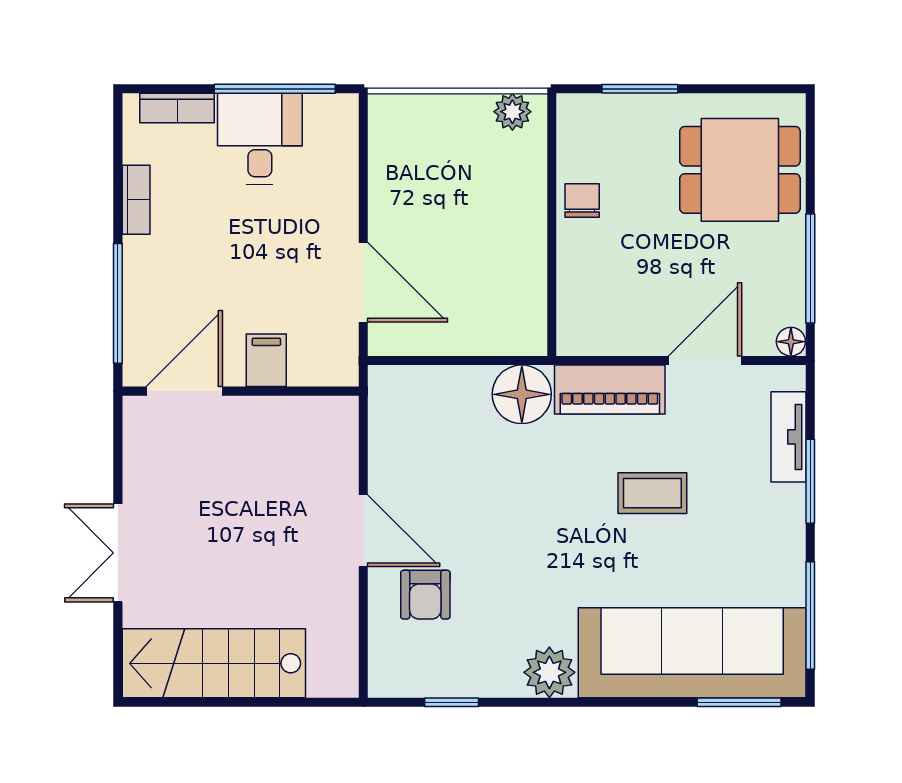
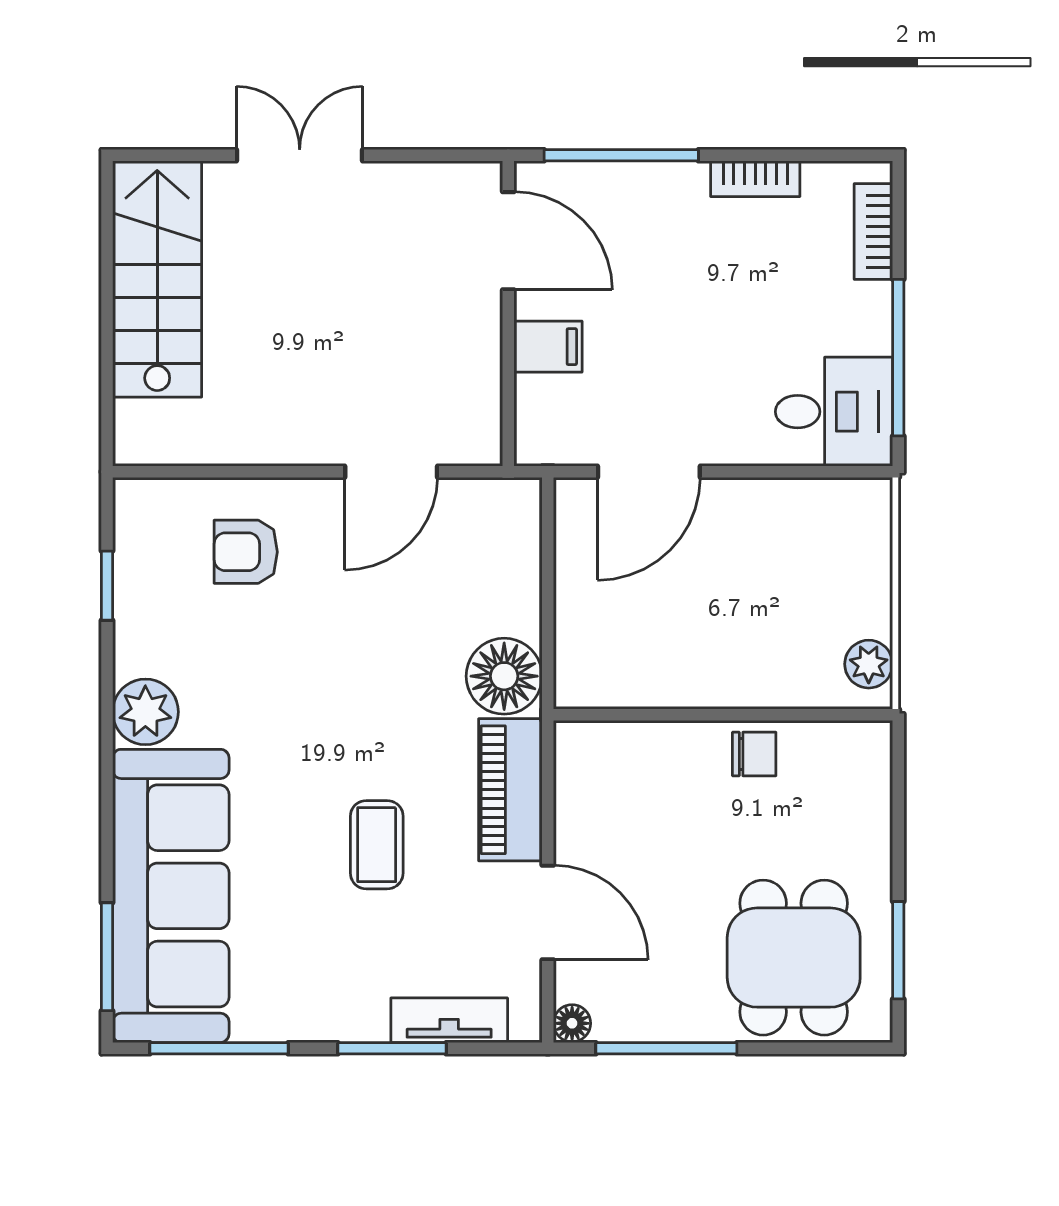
window: (640, 89) -> (898, 950), moved
desk: (260, 139) -> (834, 412), moved
door: (363, 531) -> (391, 472), moved

